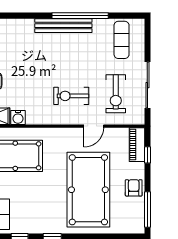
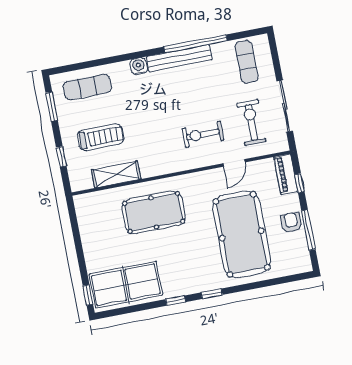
exercise bike: (116, 94) -> (251, 122), turned 180
water cooler: (18, 117) -> (139, 66), moved, turned 180
window: (147, 210) -> (308, 230), moved

